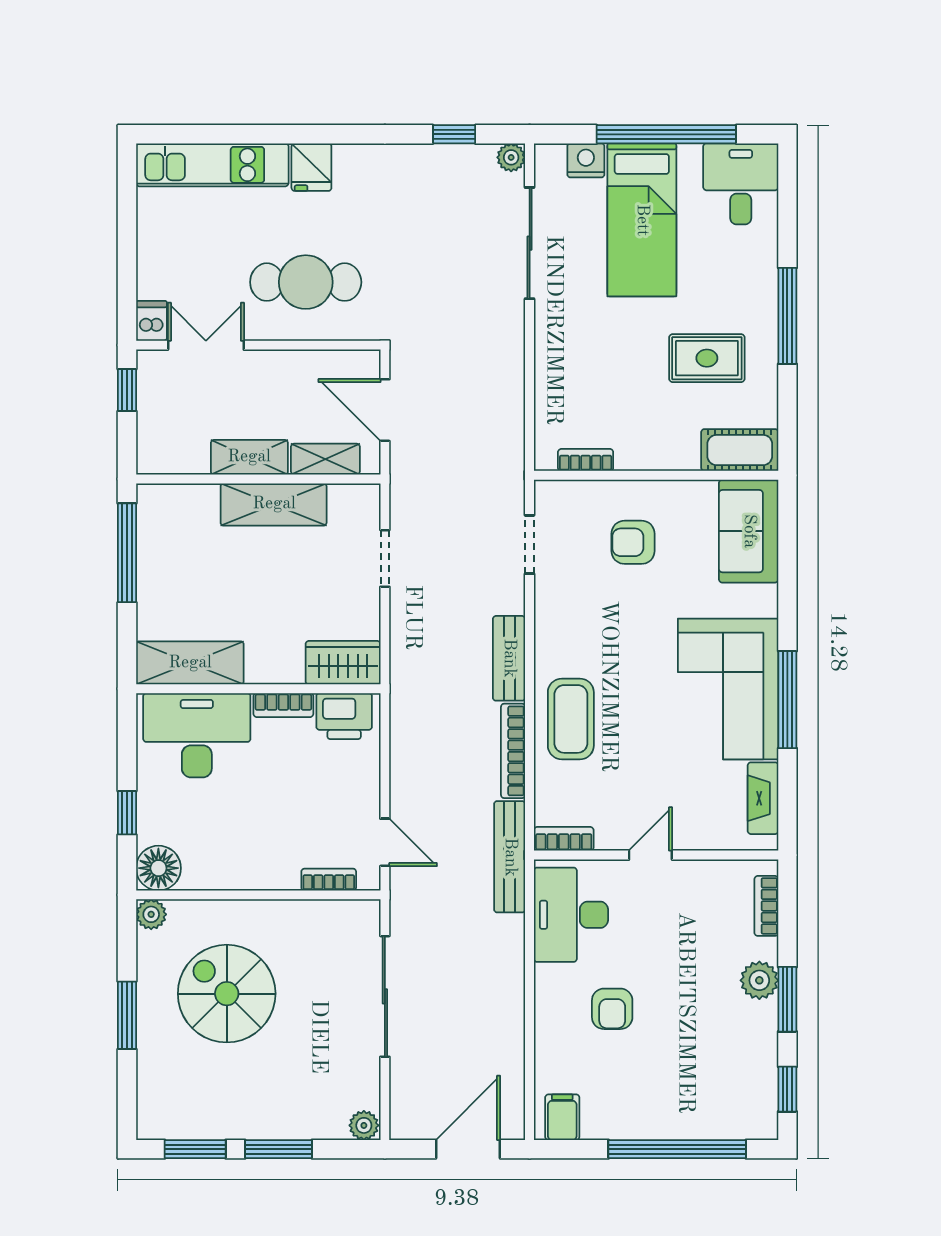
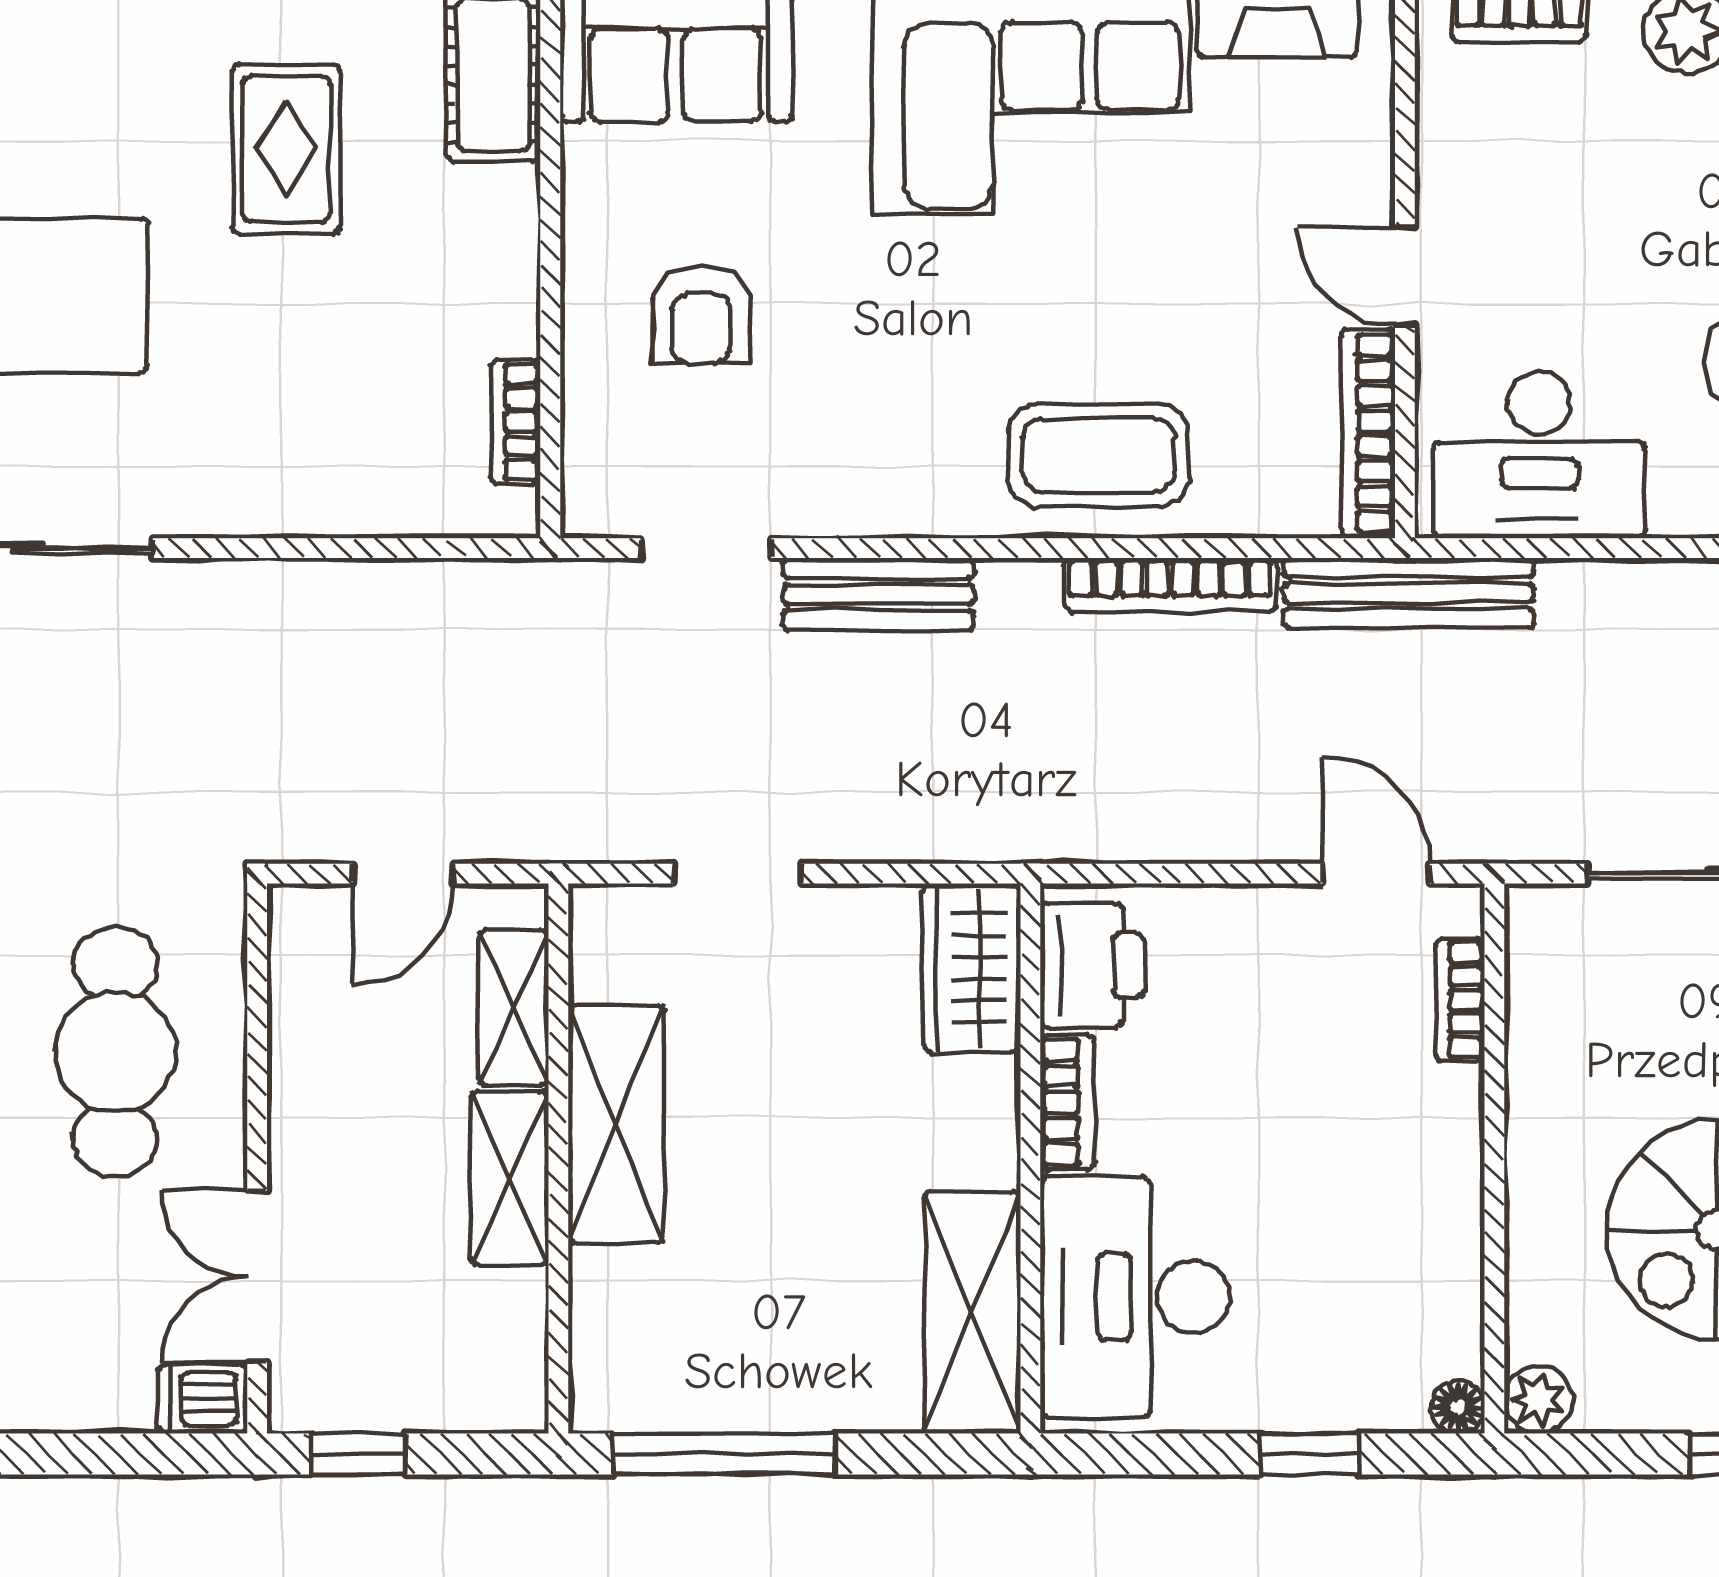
door: (385, 410) -> (403, 874), width x0.73
bench: (509, 658) -> (879, 594), moved
bookcase: (564, 839) -> (1368, 433), width x1.56
door: (385, 842) -> (1376, 874), hinge flipped
floor lamp: (158, 868) -> (1458, 1407), width x0.53, depth x0.53

